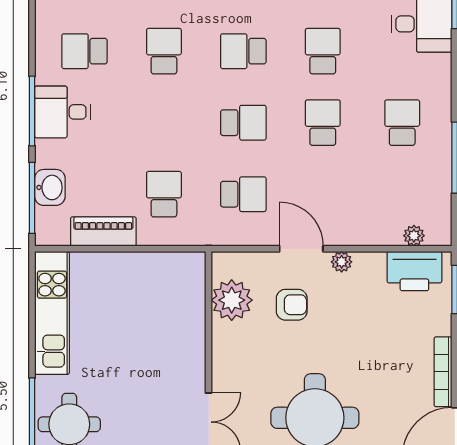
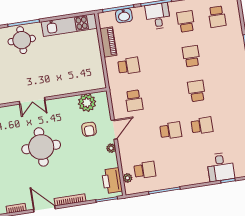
school desk: (164, 51) -> (191, 56), turned -90
school desk: (243, 123) -> (165, 96), removed
school desk: (402, 123) -> (145, 170), moved

